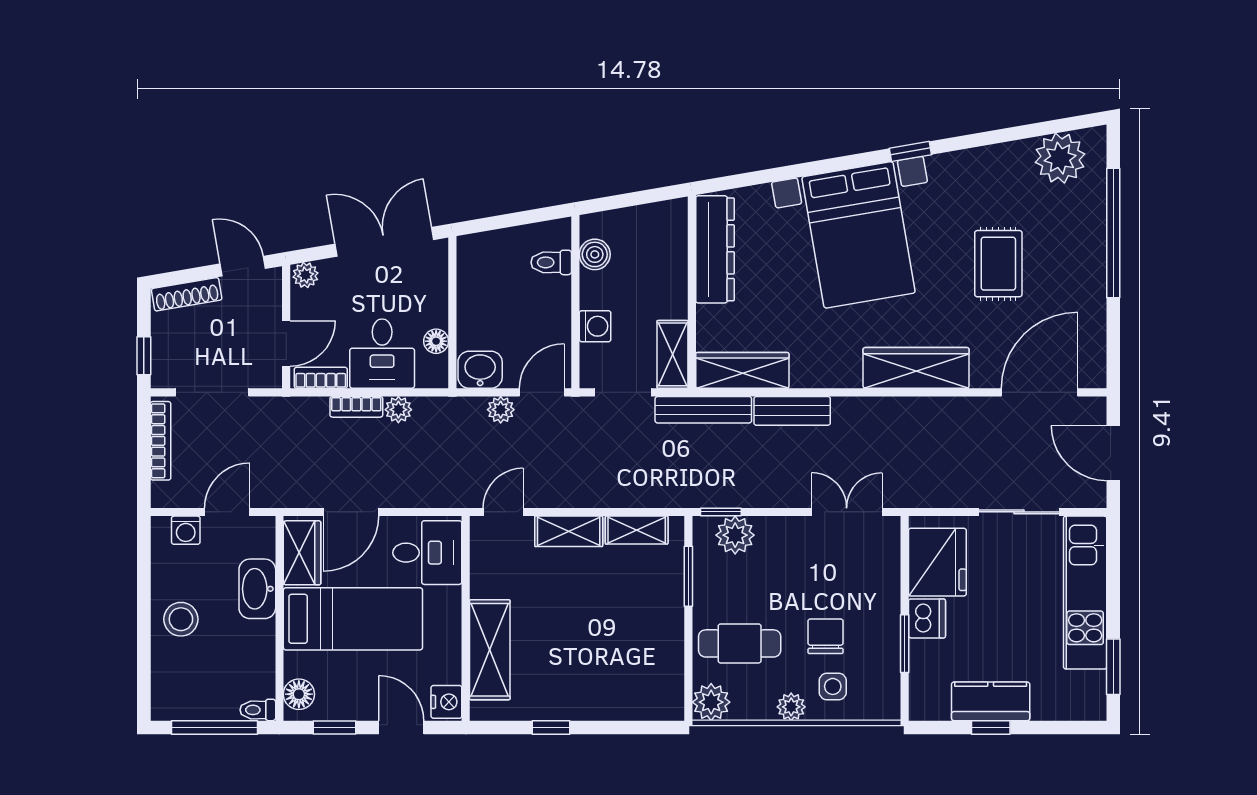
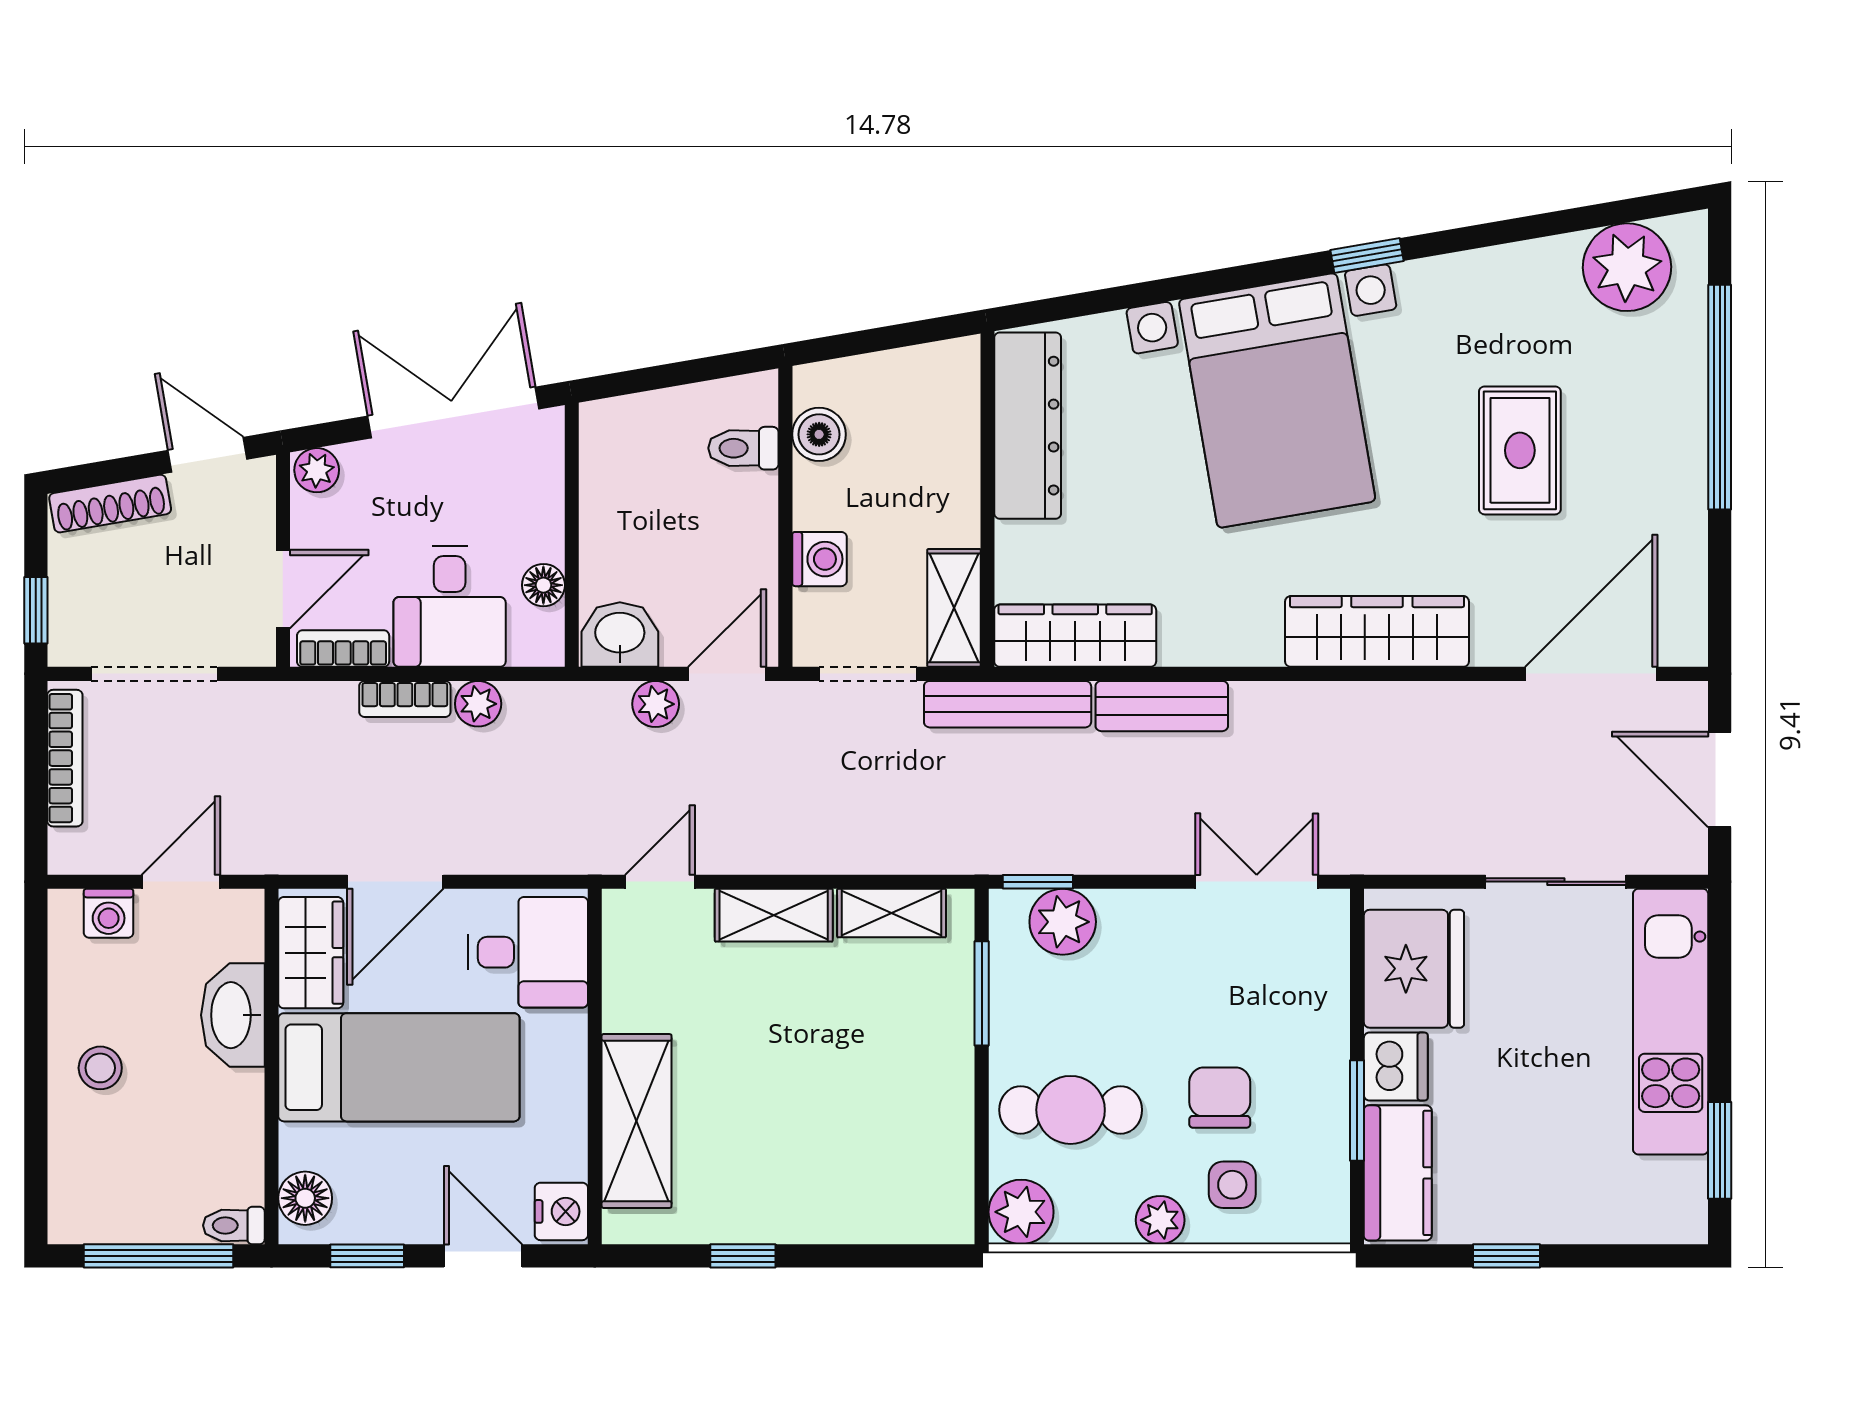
stool: (181, 619) -> (100, 1068), width x0.73, depth x0.73
kitchen counter: (991, 701) -> (1398, 1173), moved, turned 90

